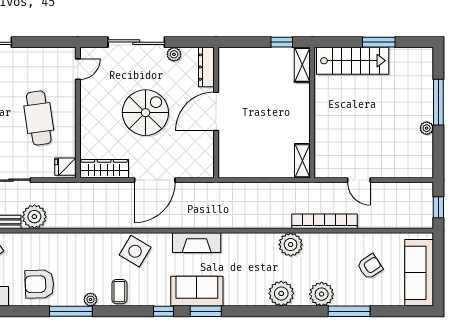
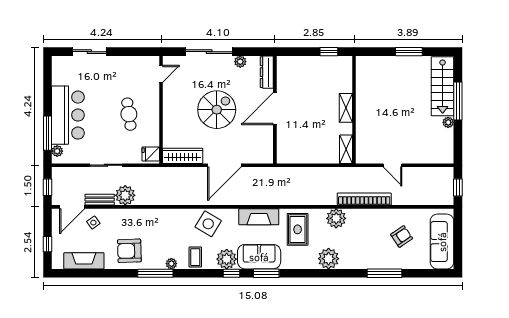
stairs: (353, 61) -> (443, 86), moved, turned 90
shelving: (302, 65) -> (346, 108), moved
cafe table: (39, 118) -> (129, 114), width x0.73, depth x0.74
rug: (244, 258) -> (298, 229), added
plant: (322, 294) -> (227, 259), moved

